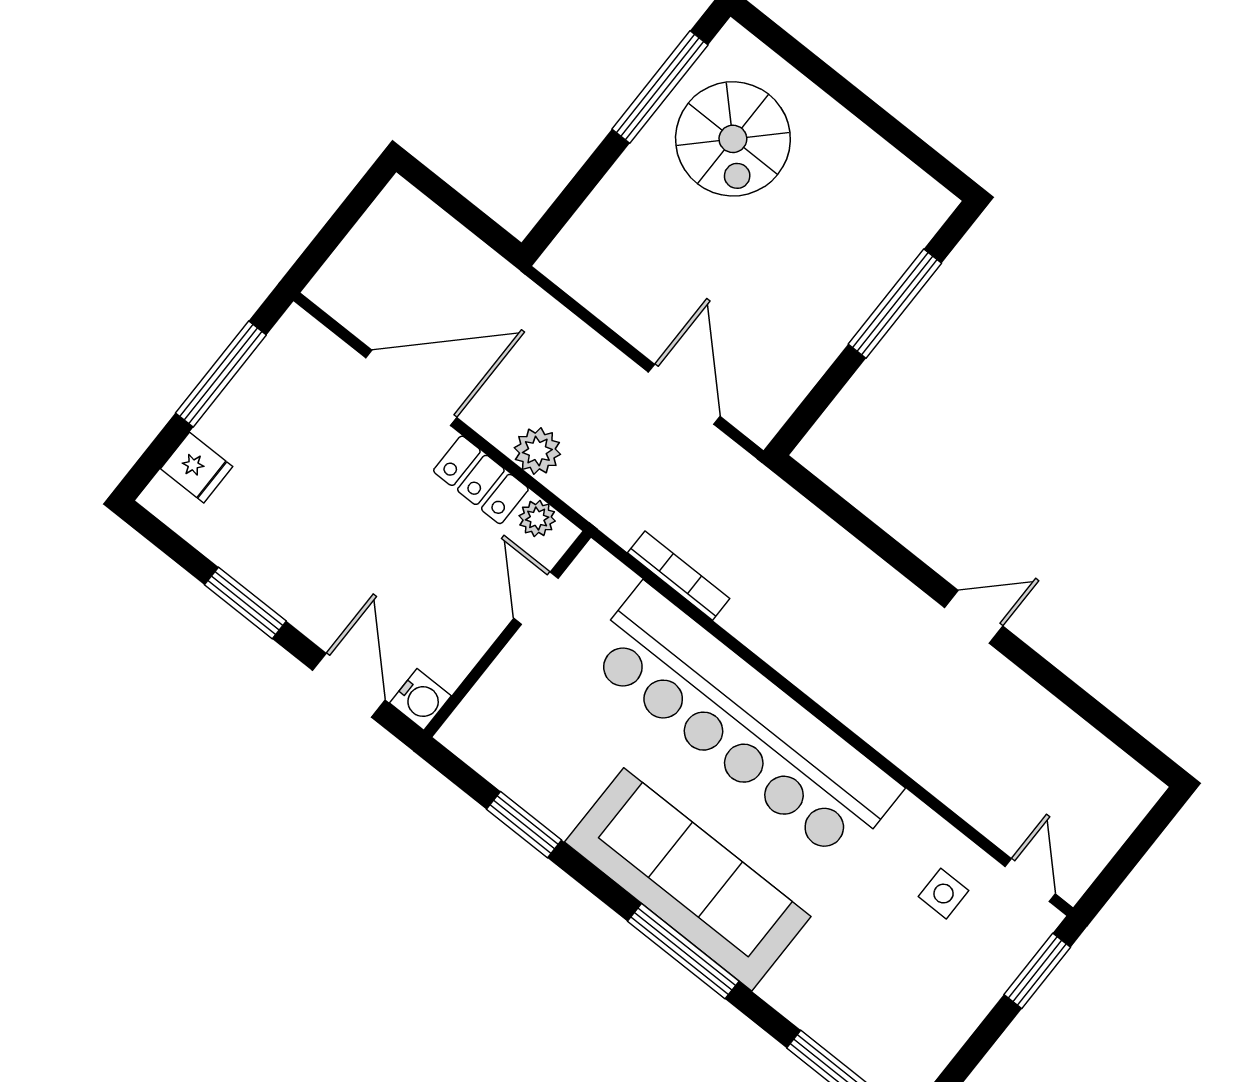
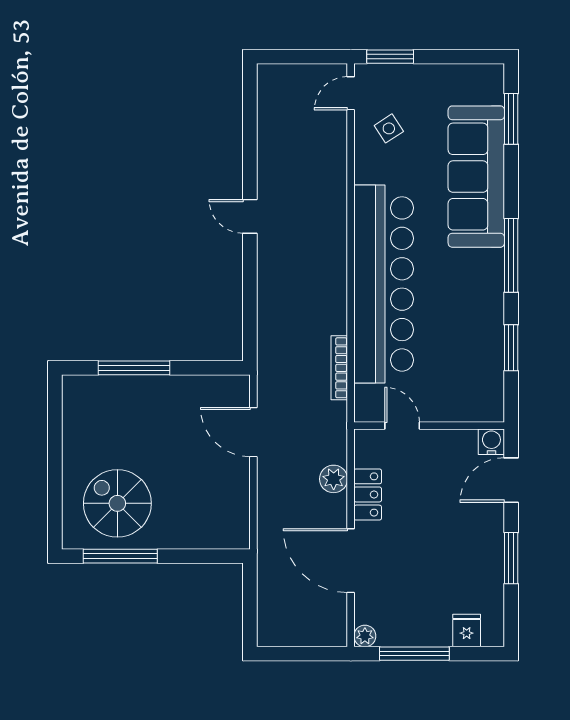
spiral stairs: (733, 139) -> (117, 503), turned -90
door: (684, 394) -> (253, 432), hinge flipped
plant: (537, 518) -> (365, 636), moved
door: (536, 598) -> (402, 426), swing flipped
sofa: (688, 879) -> (476, 177), moved
side table: (944, 894) -> (389, 128), turned -33
window: (683, 951) -> (511, 255), moved

